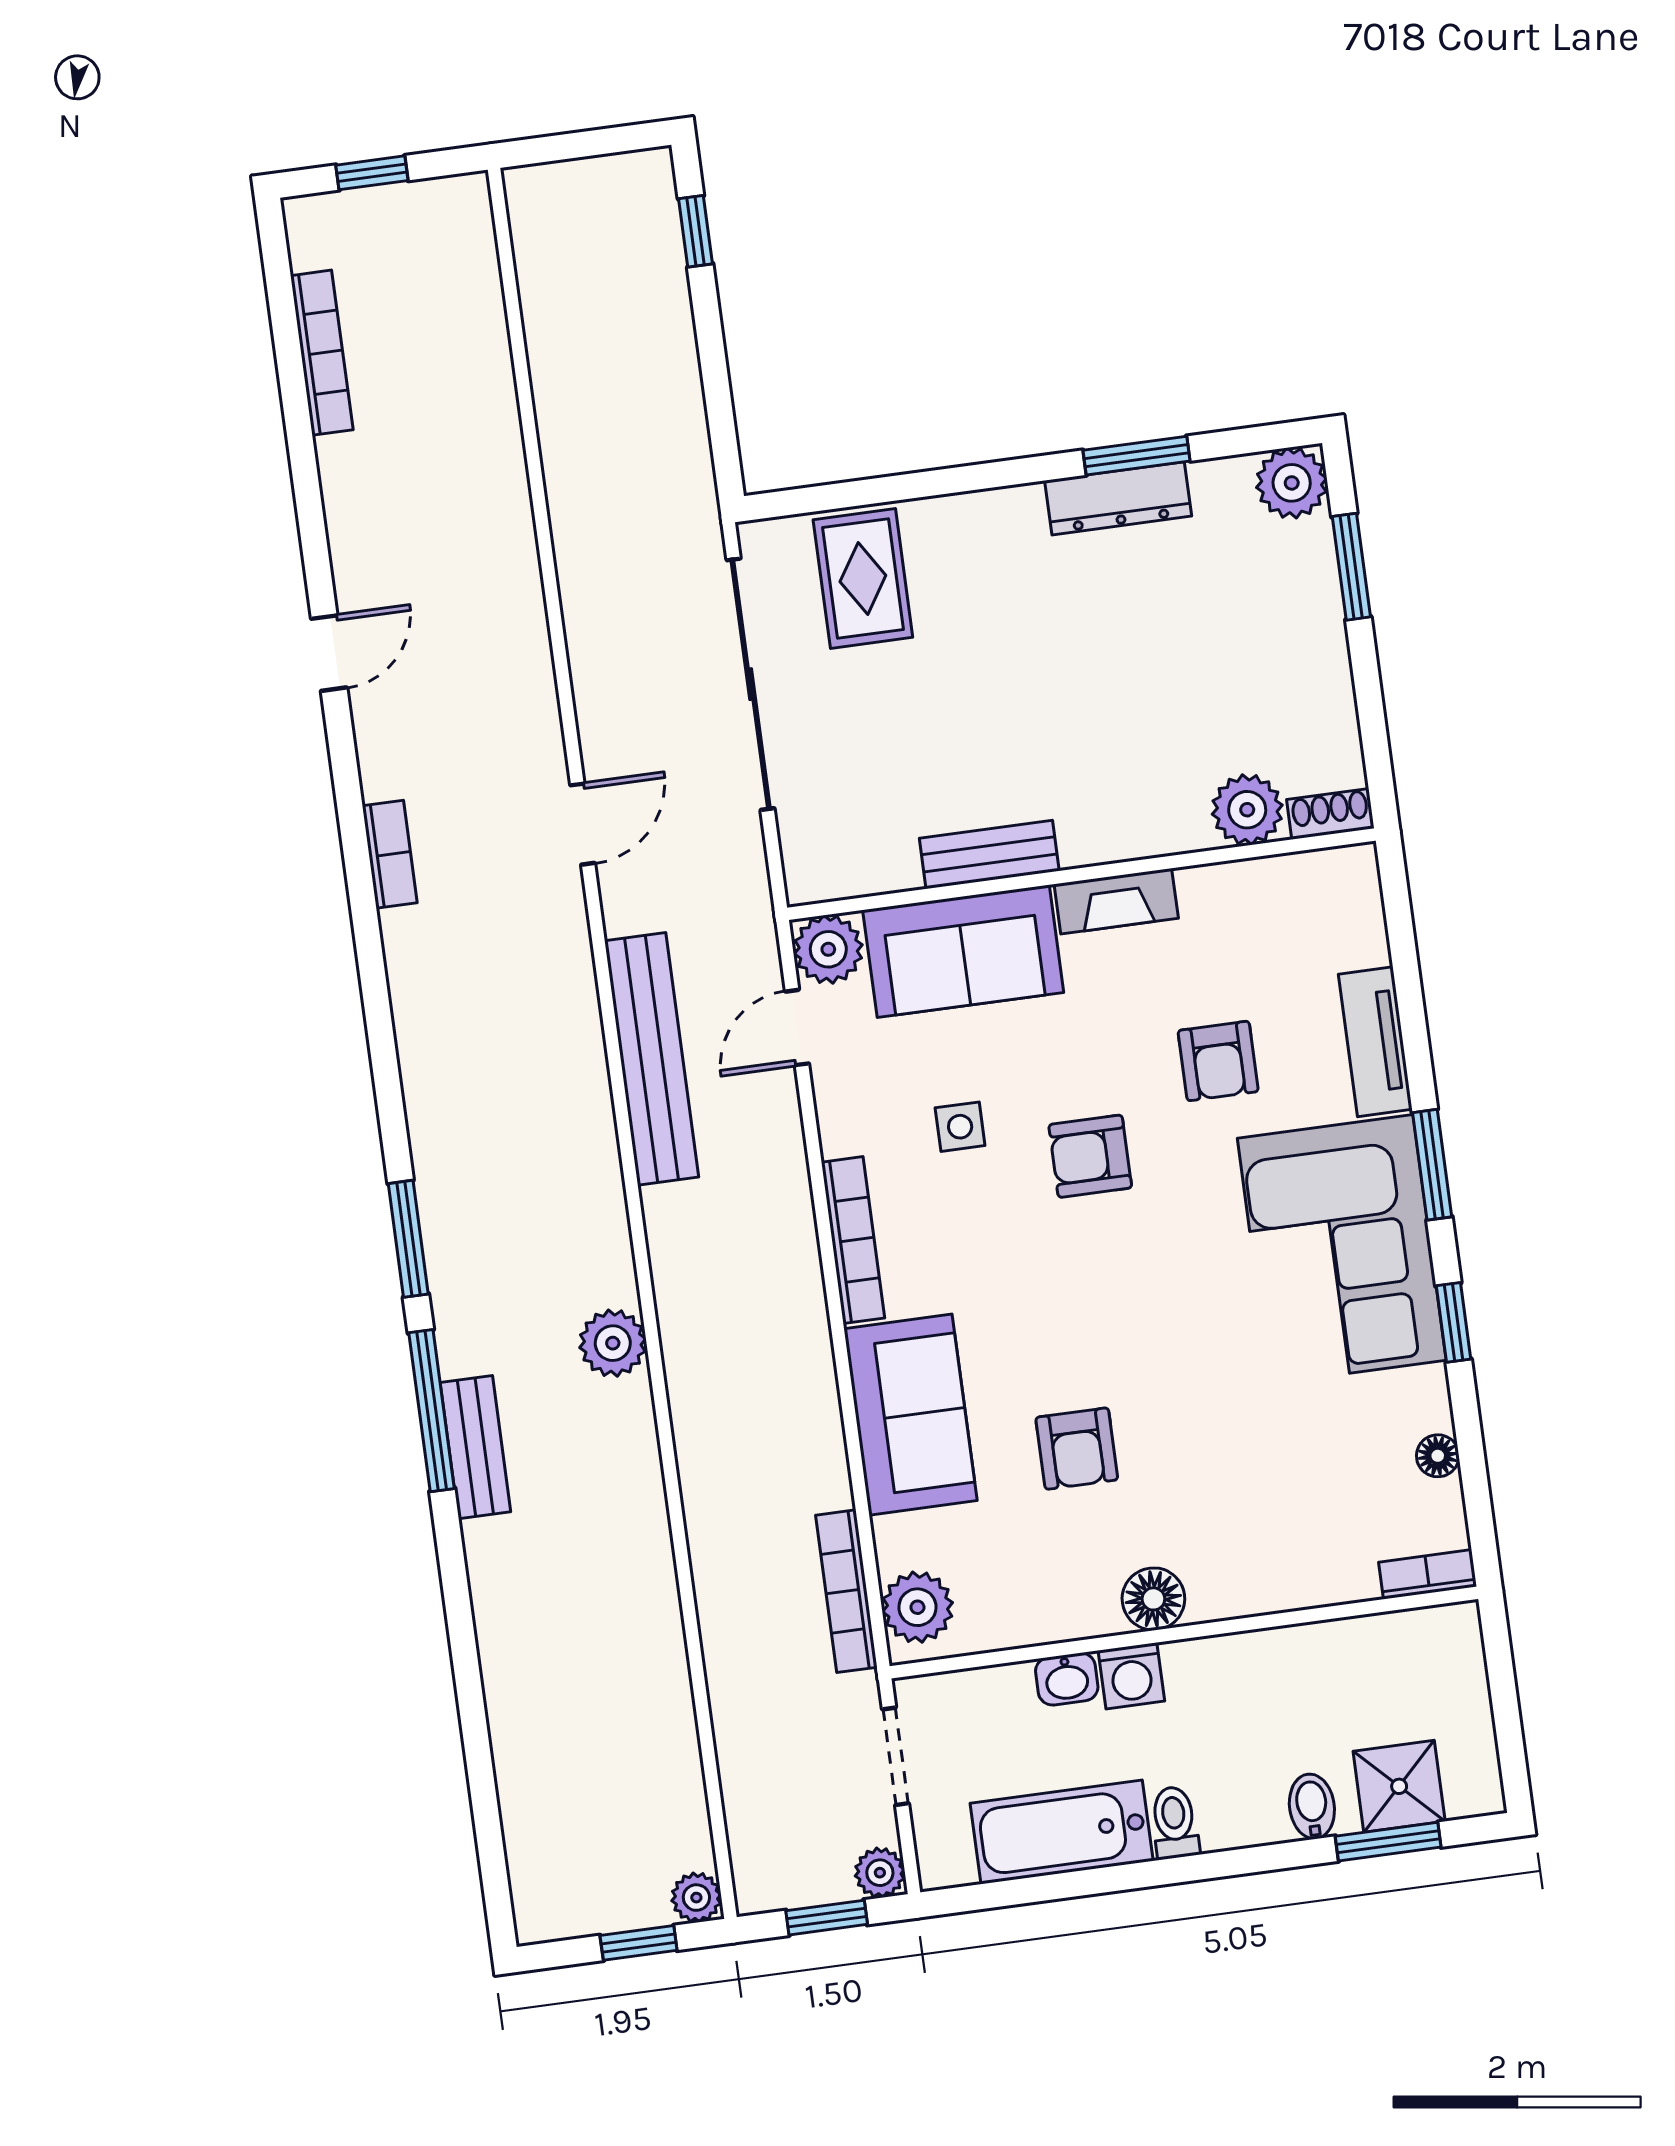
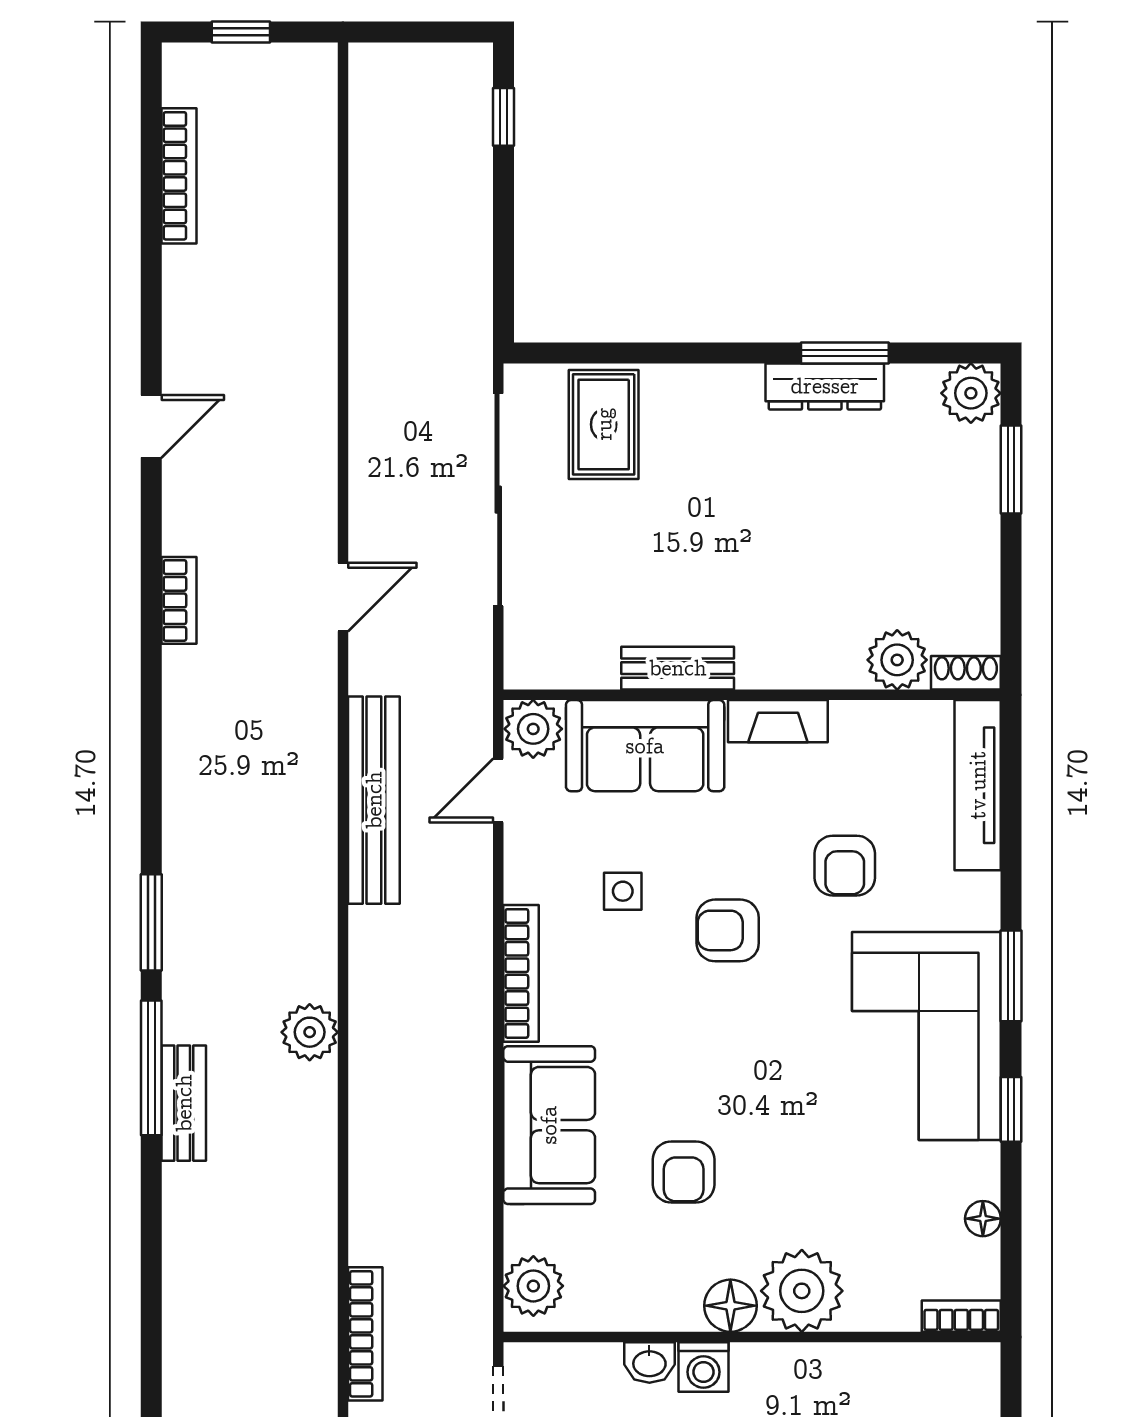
tv unit: (1375, 1042) -> (978, 785), moved, width x1.41
plant: (1235, 1570) -> (802, 1291), added
bookcase: (846, 1591) -> (365, 1334), moved, turned 180

